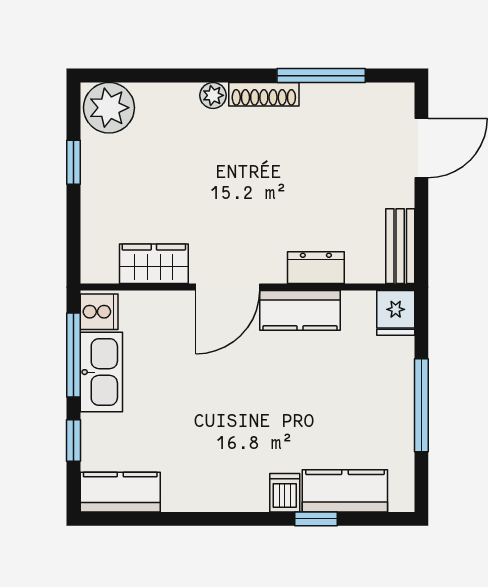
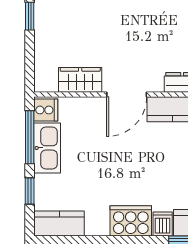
cooker: (234, 488) -> (131, 221), added

